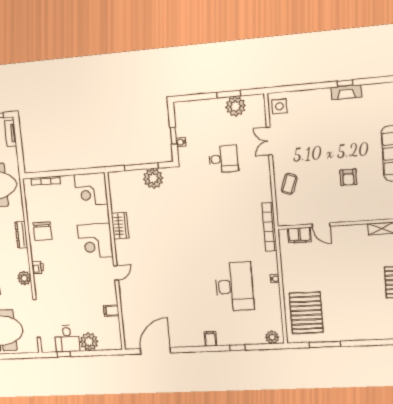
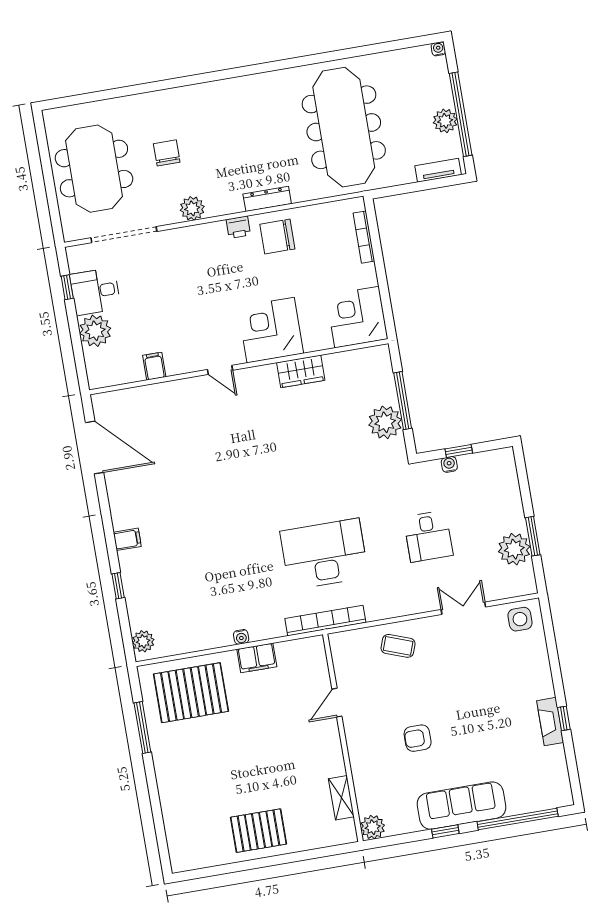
filing cabinet: (299, 235) -> (257, 658), moved, turned -90
printer: (38, 267) -> (238, 227), moved
desk: (234, 287) -> (324, 554), moved, turned 180

